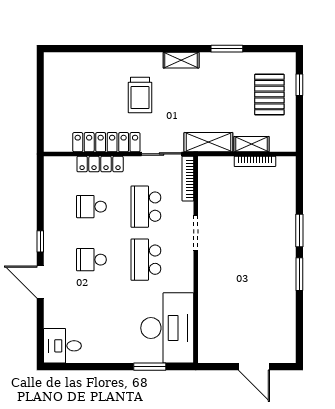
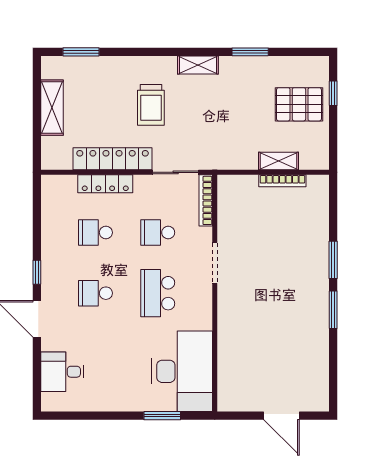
window: (79, 49) -> (81, 52), added
pallet: (269, 95) -> (299, 104), turned 90
shelving: (208, 142) -> (52, 108), moved, turned 90
school desk: (146, 207) -> (158, 233), width x0.54
desk: (62, 346) -> (62, 372), moved

